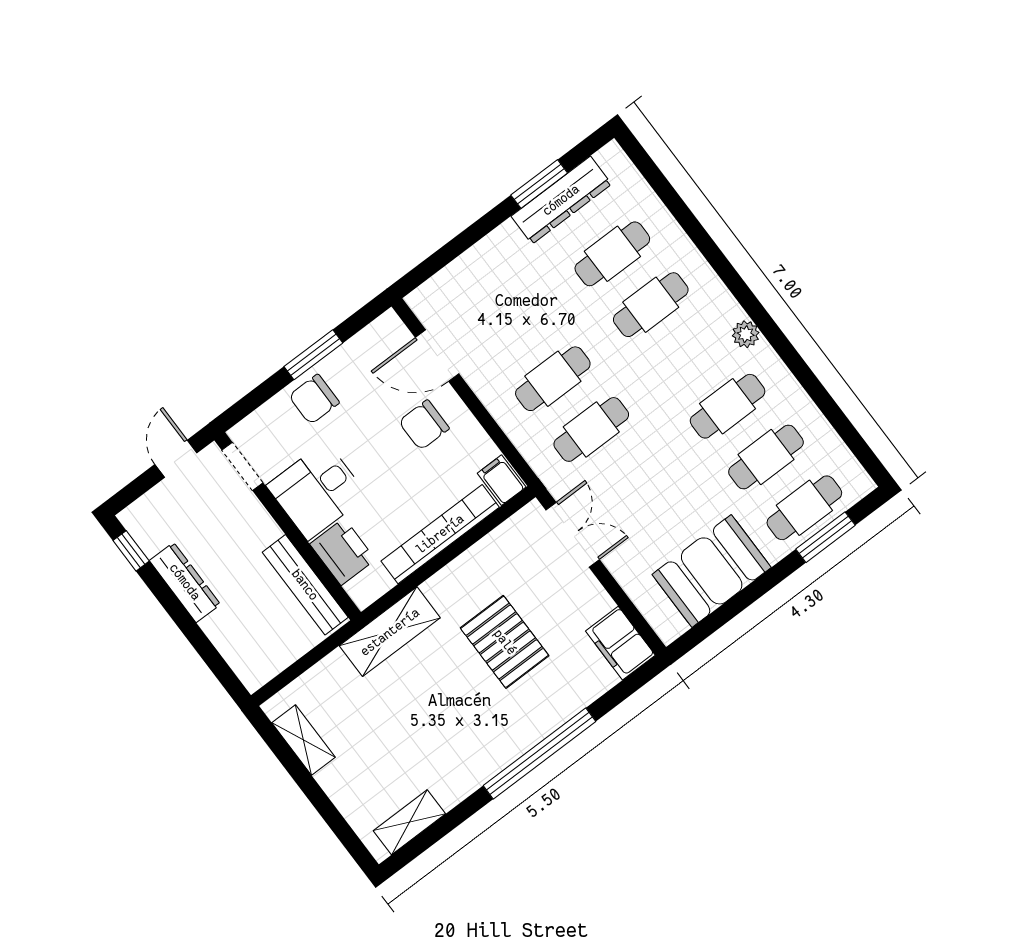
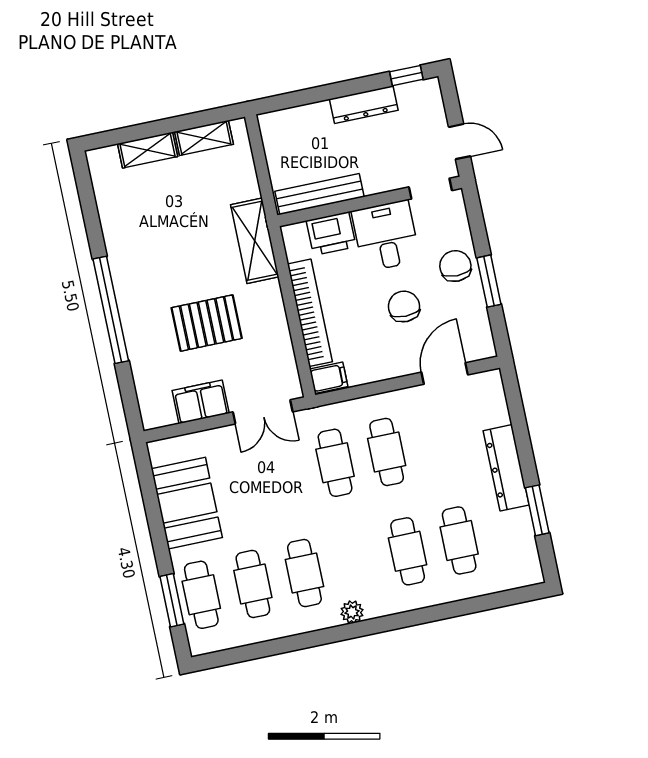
dresser: (561, 200) -> (506, 468), moved
chair: (424, 425) -> (404, 306), moved
filing cabinet: (620, 643) -> (201, 402), moved
shelving: (409, 822) -> (148, 150), moved, turned 90

